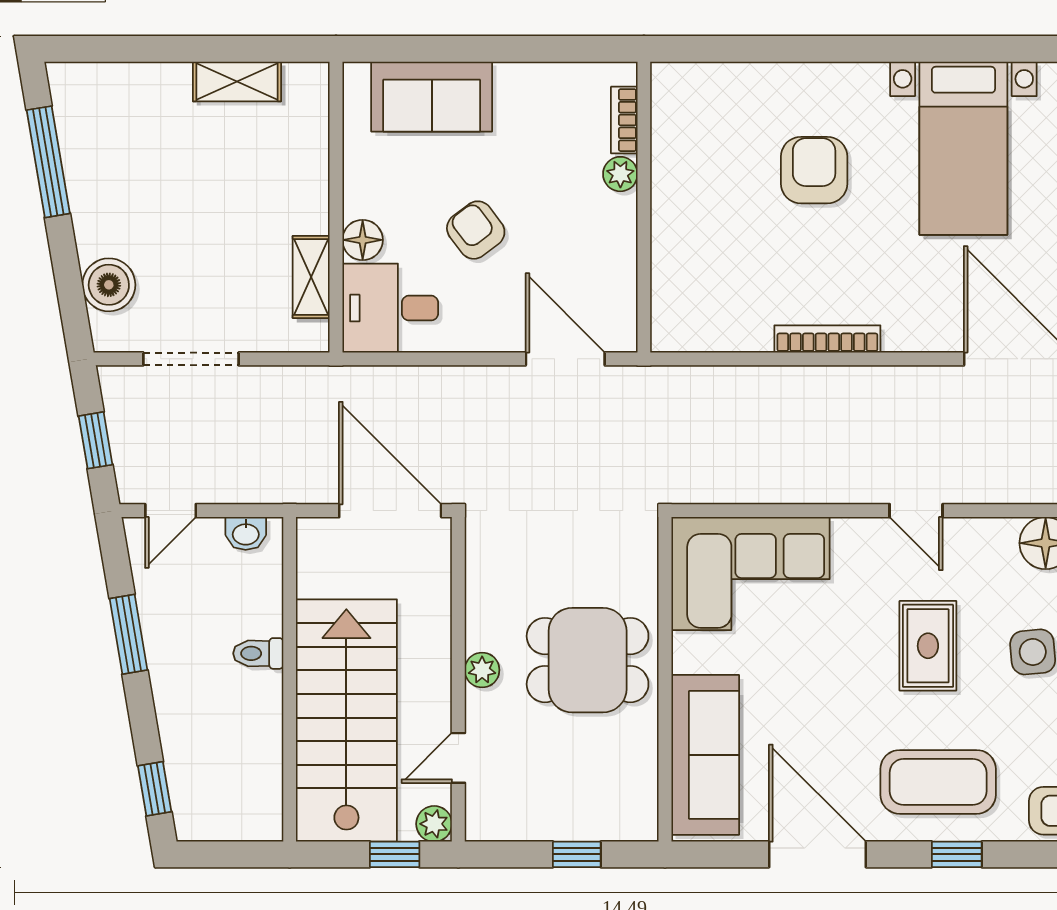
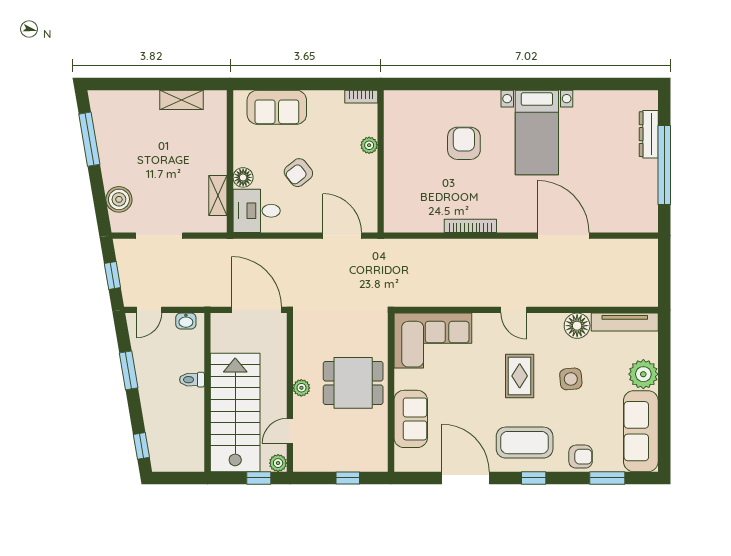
bookcase: (624, 120) -> (361, 97), moved, turned -90
armchair: (476, 230) -> (298, 173), turned -91
sofa: (705, 755) -> (411, 419), width x0.73

